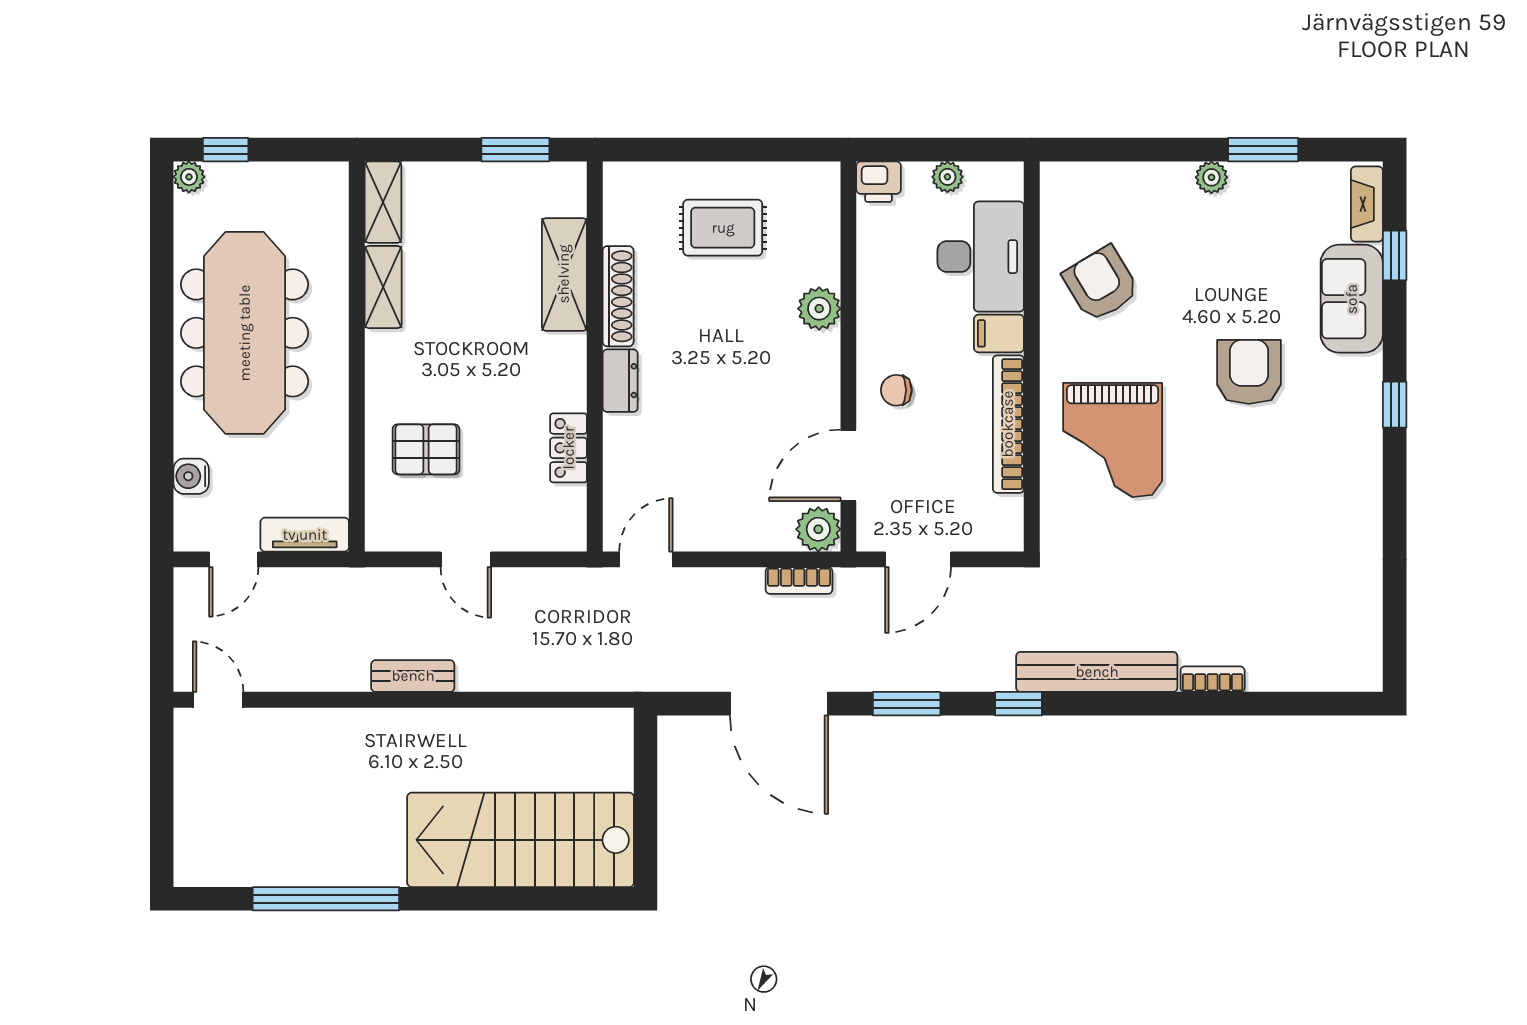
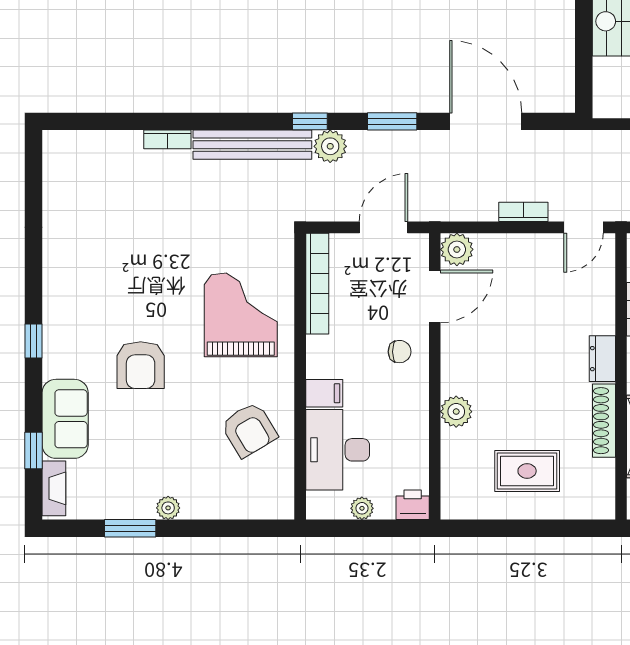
bookcase: (1008, 424) -> (317, 284), moved
bookcase: (799, 580) -> (523, 212), moved
plant: (991, 670) -> (330, 146), added

